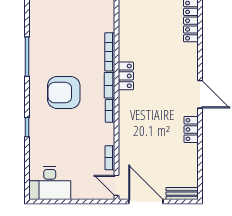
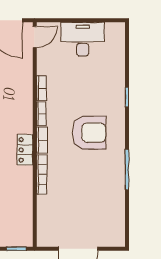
bookcase: (110, 158) -> (41, 88), moved
desk: (50, 183) -> (83, 39), moved
door: (117, 185) -> (35, 37), hinge flipped

